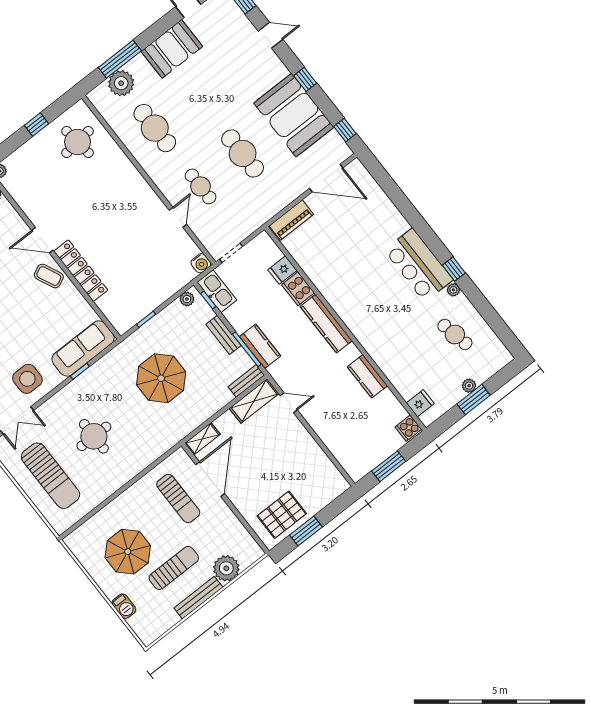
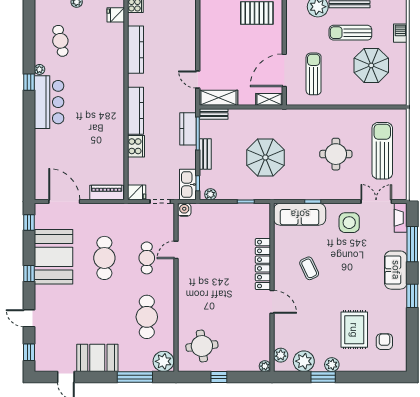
plant: (121, 83) -> (163, 361), moved
fridge: (282, 270) -> (137, 192), moved
coffee table: (49, 276) -> (309, 268), moved
kitchen counter: (367, 376) -> (136, 50), width x1.50

